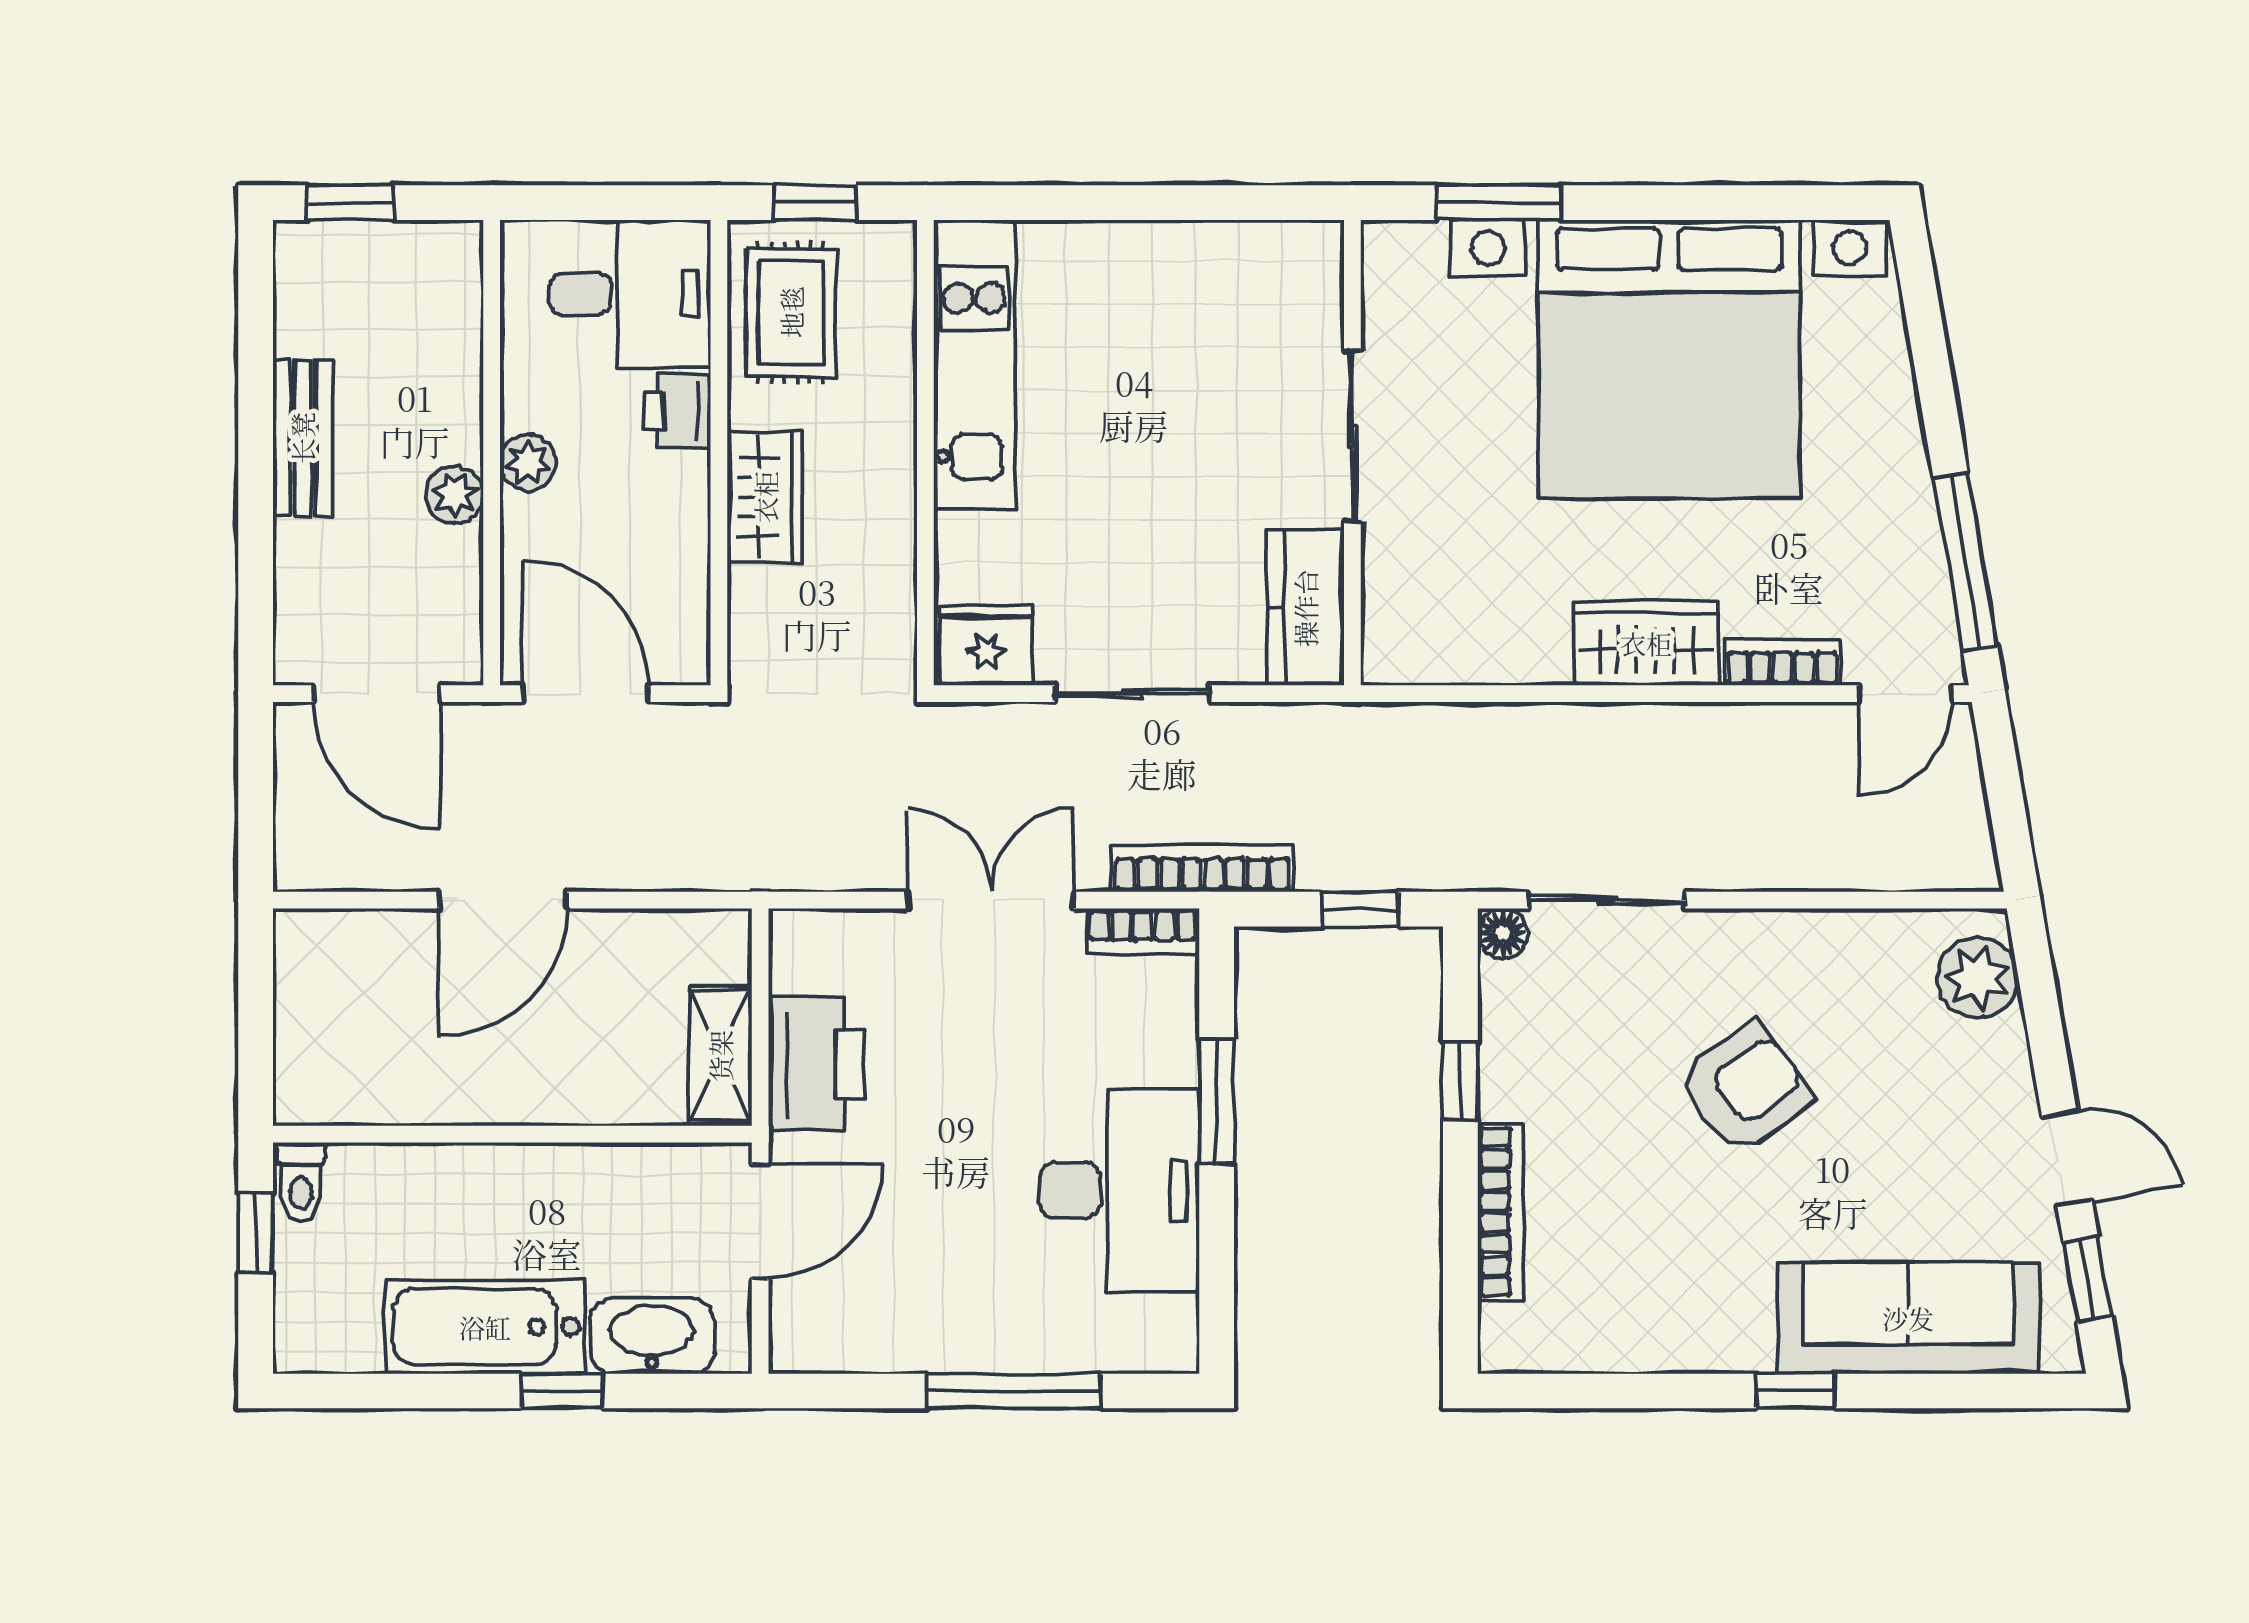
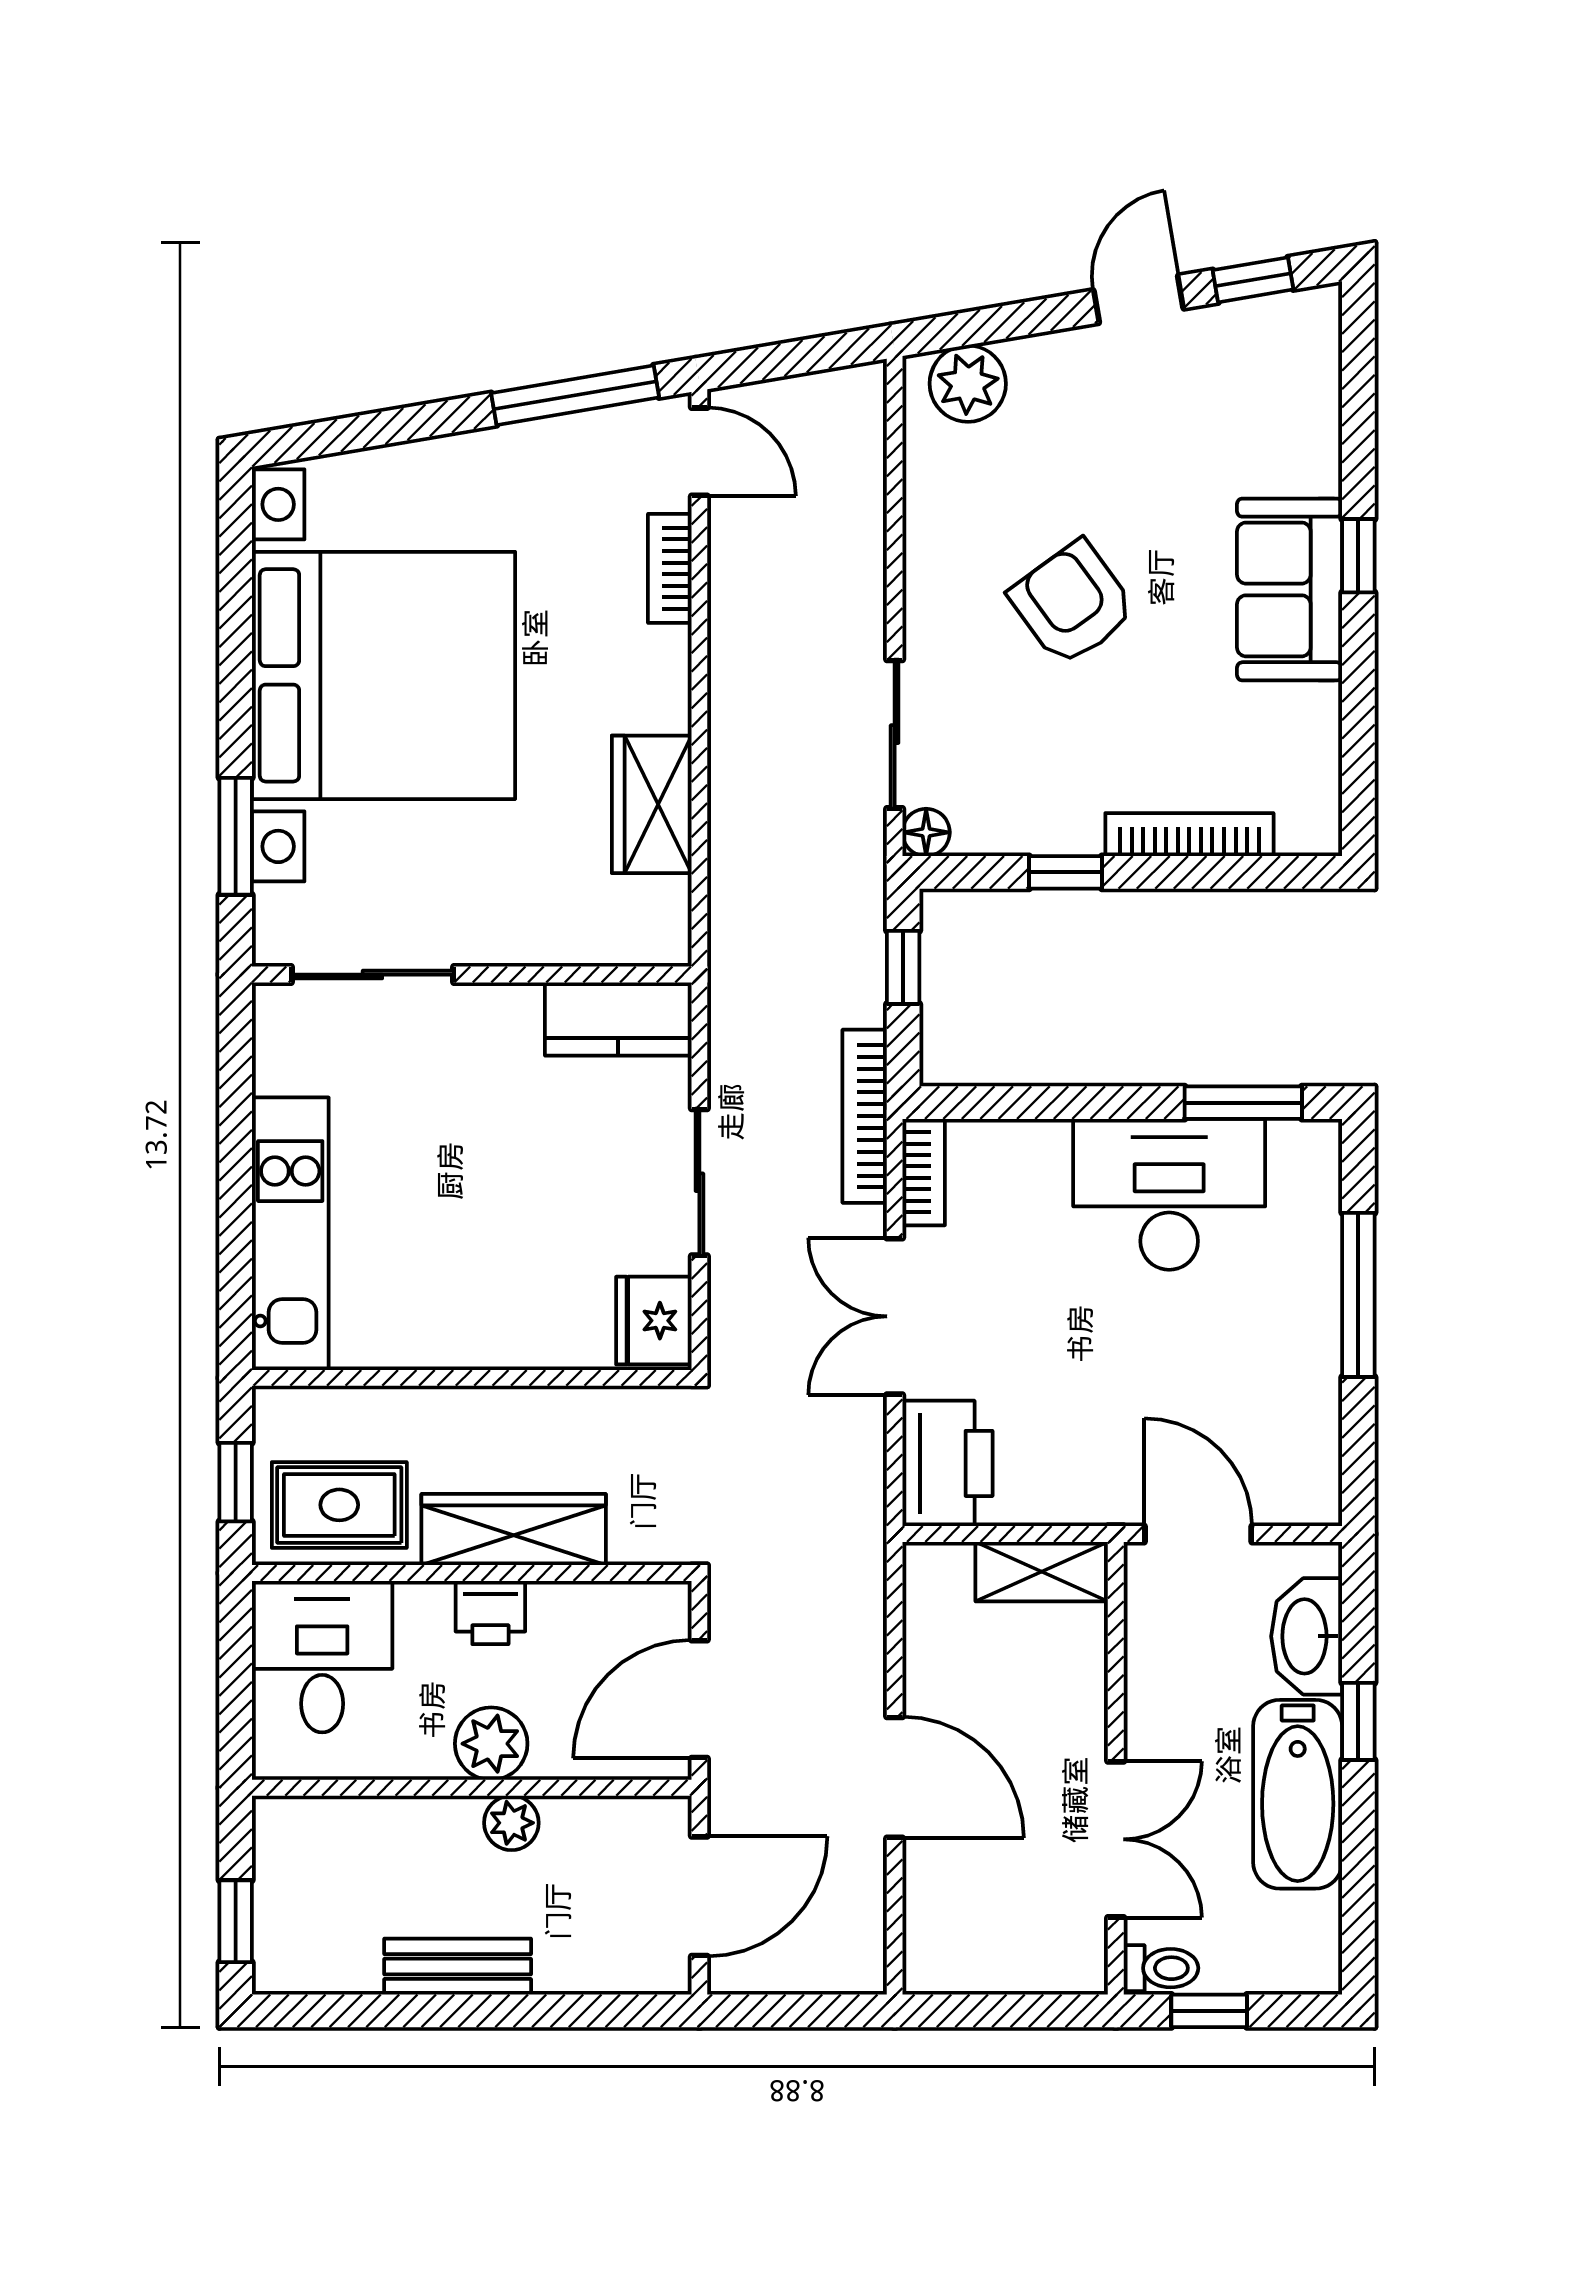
kitchen unit: (974, 364) -> (290, 1234), moved, turned 90
printer: (677, 411) -> (490, 1613), moved
sliding door: (1352, 436) -> (372, 975), moved
plant: (528, 463) -> (491, 1744), width x1.38, depth x1.38
wardrobe: (765, 497) -> (514, 1530), width x1.50
wardrobe: (1646, 643) -> (652, 804), moved
printer: (816, 1064) -> (947, 1463), moved, turned 90
window: (1217, 1102) -> (1243, 1103), moved
double door: (437, 1134) -> (1116, 1839), added
sofa: (1908, 1318) -> (1290, 589), moved, width x0.73

